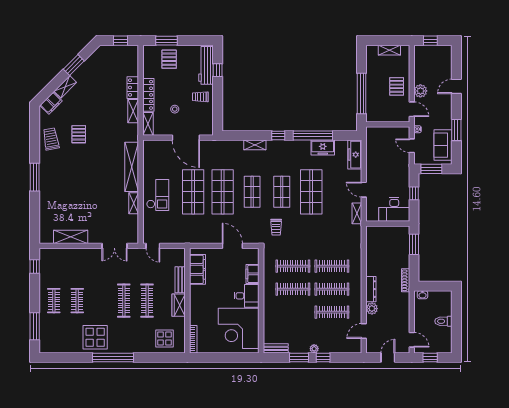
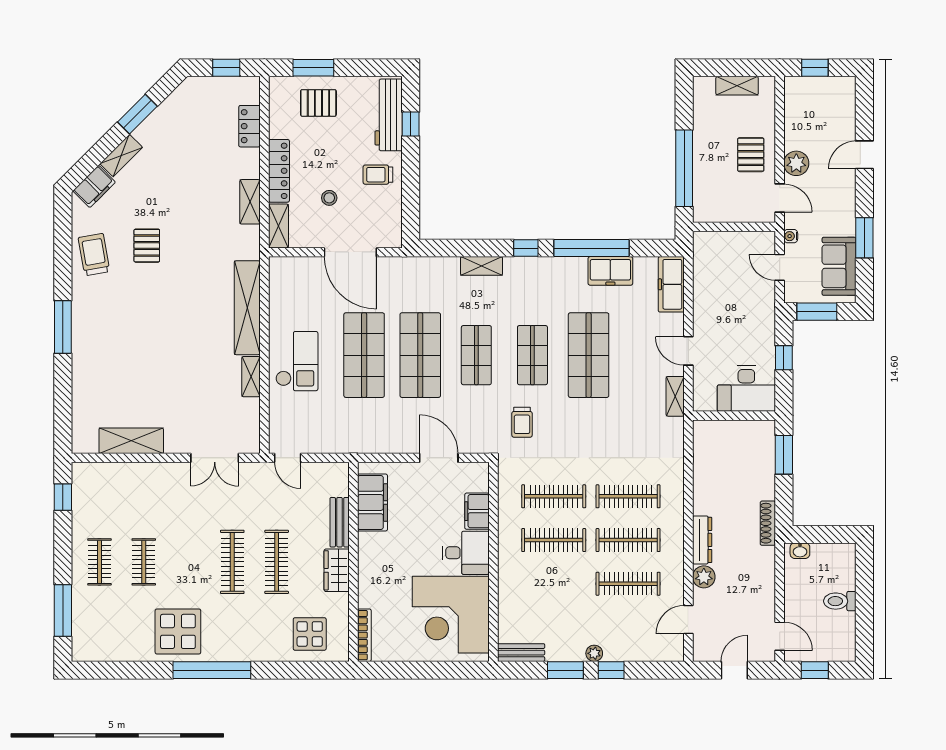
pallet: (169, 59) -> (318, 103), turned 90
locker: (133, 88) -> (249, 126), moved

